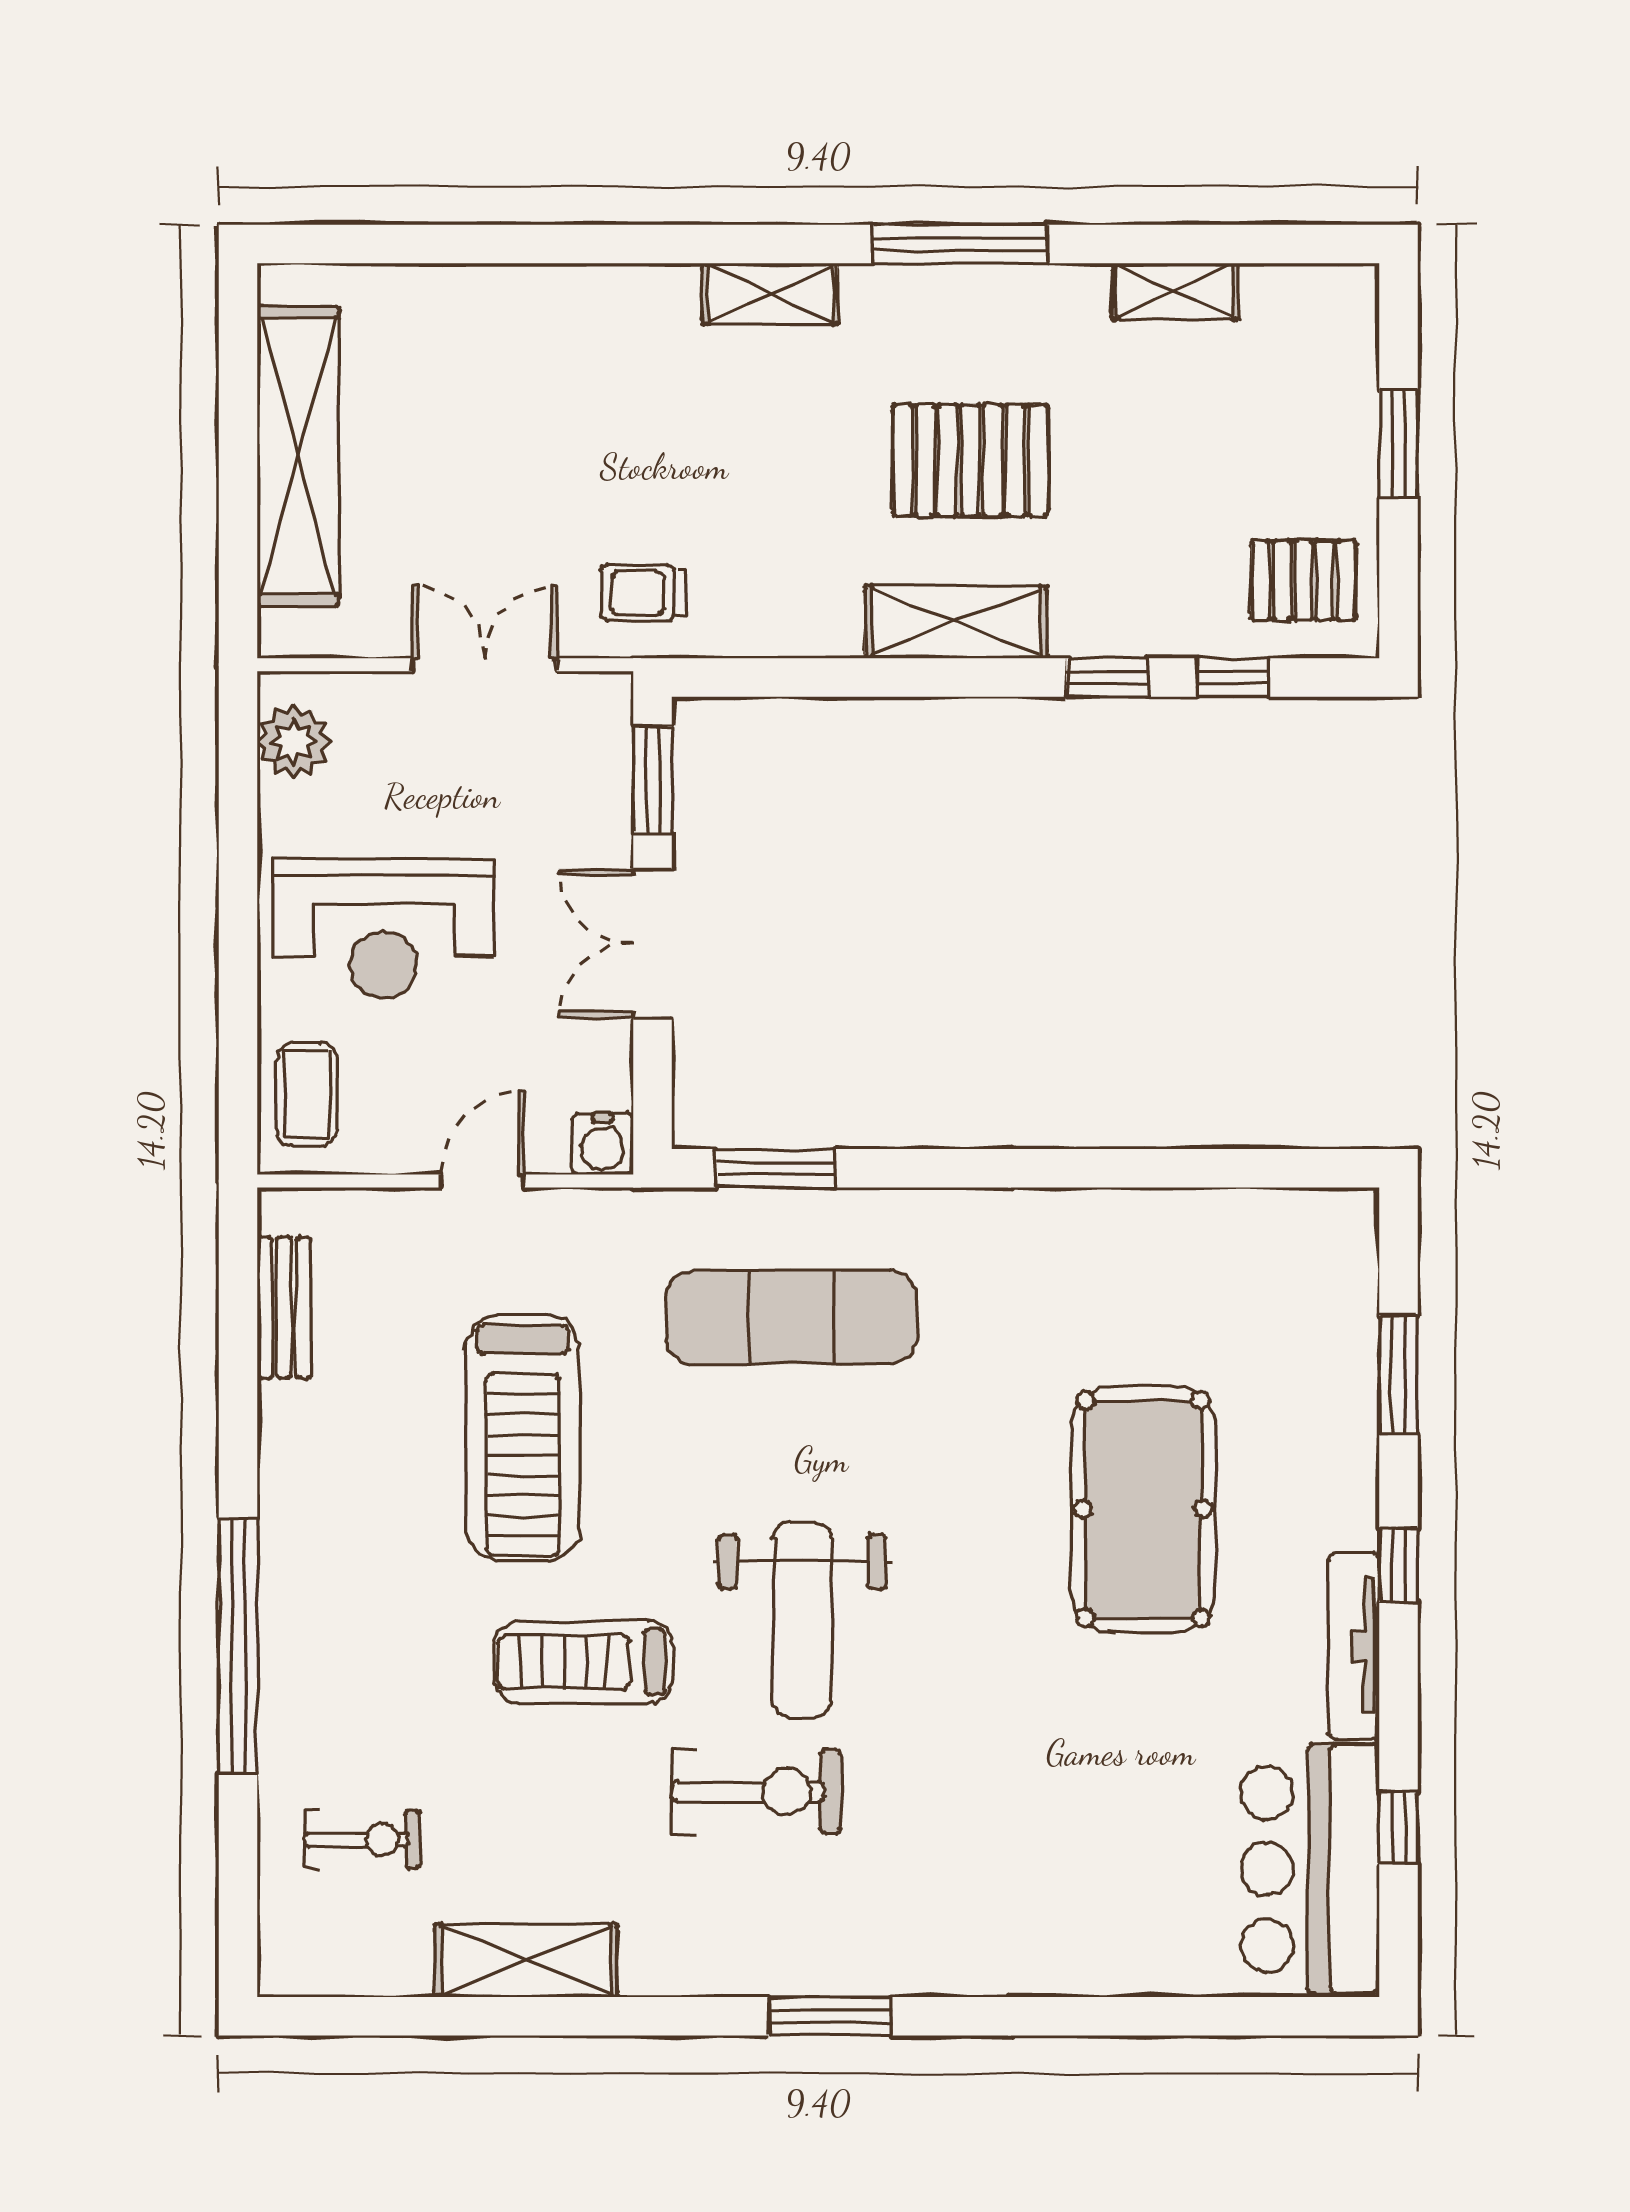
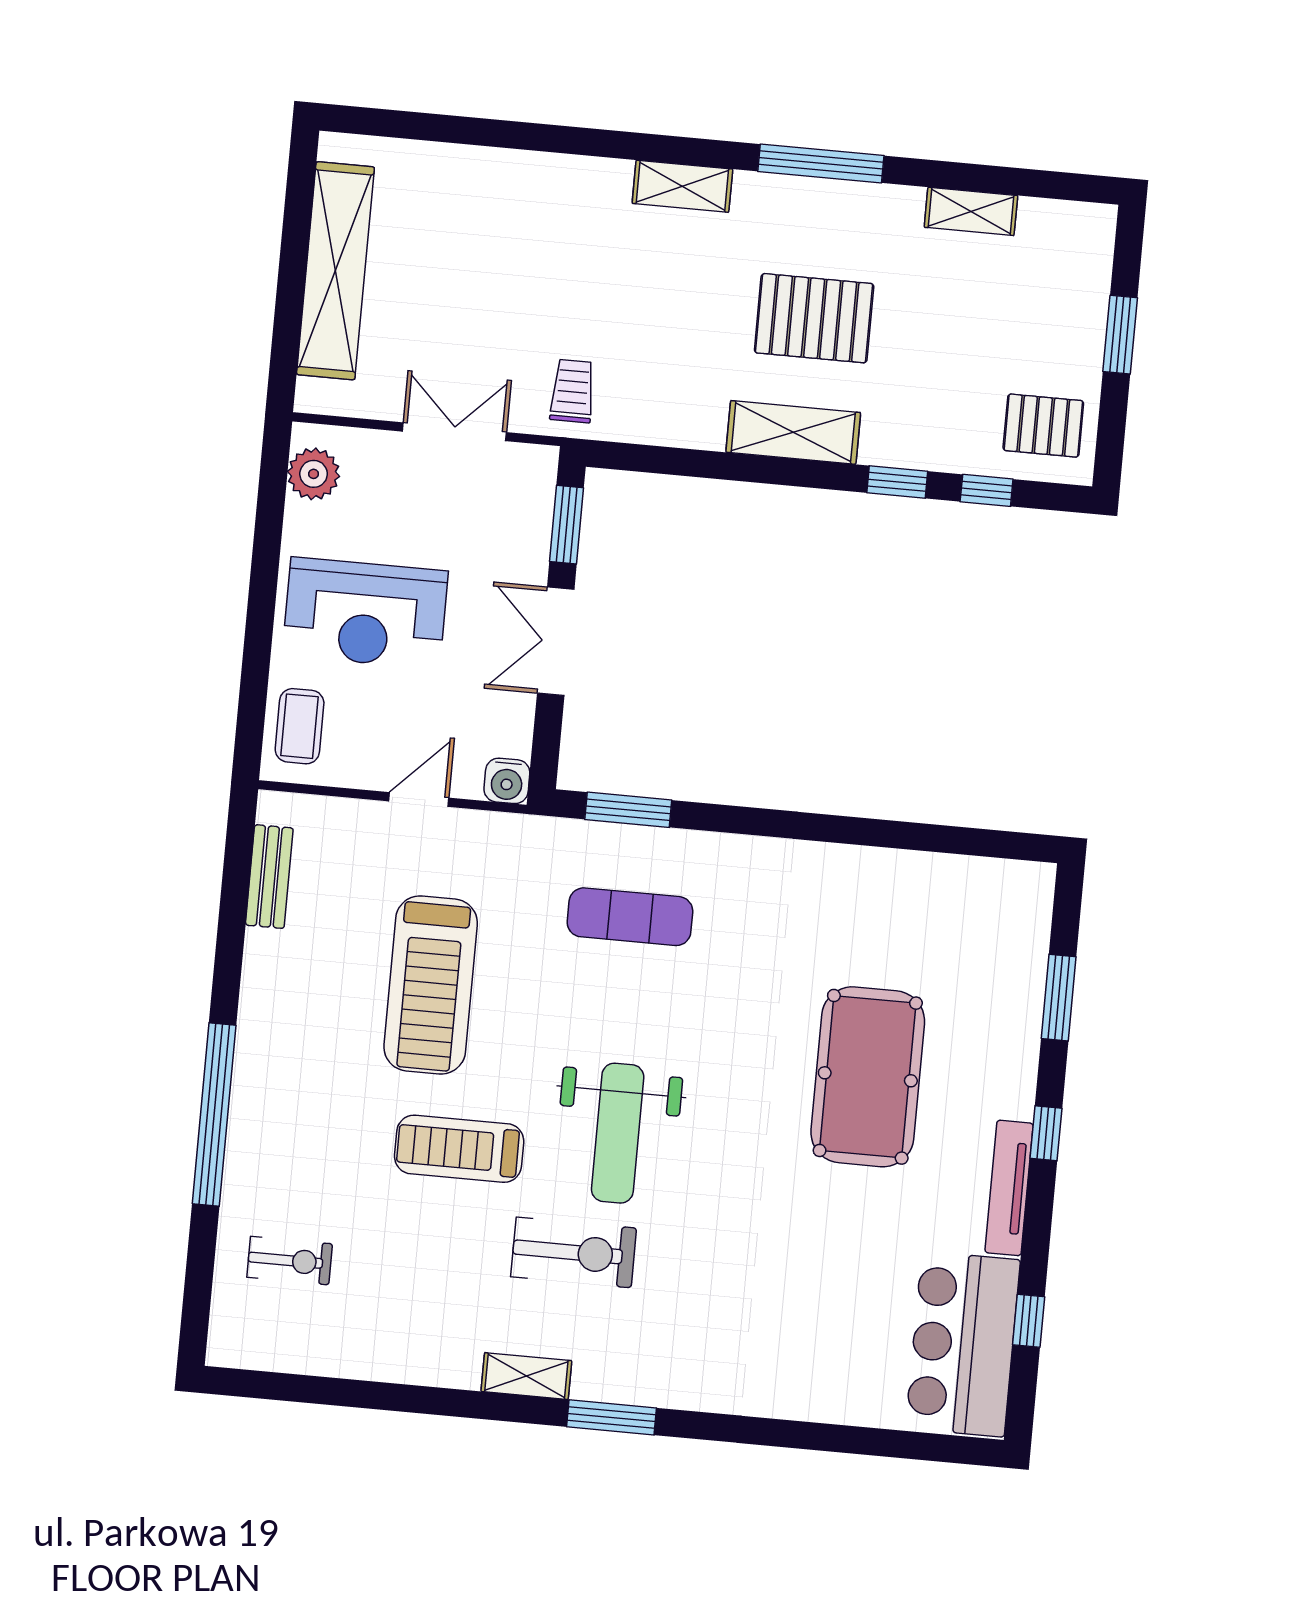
trolley: (643, 593) -> (572, 391), turned 89
exercise mat: (791, 1317) -> (630, 917), width x0.73, depth x0.69
shelving: (526, 1961) -> (526, 1376), moved, width x0.67, depth x0.75

